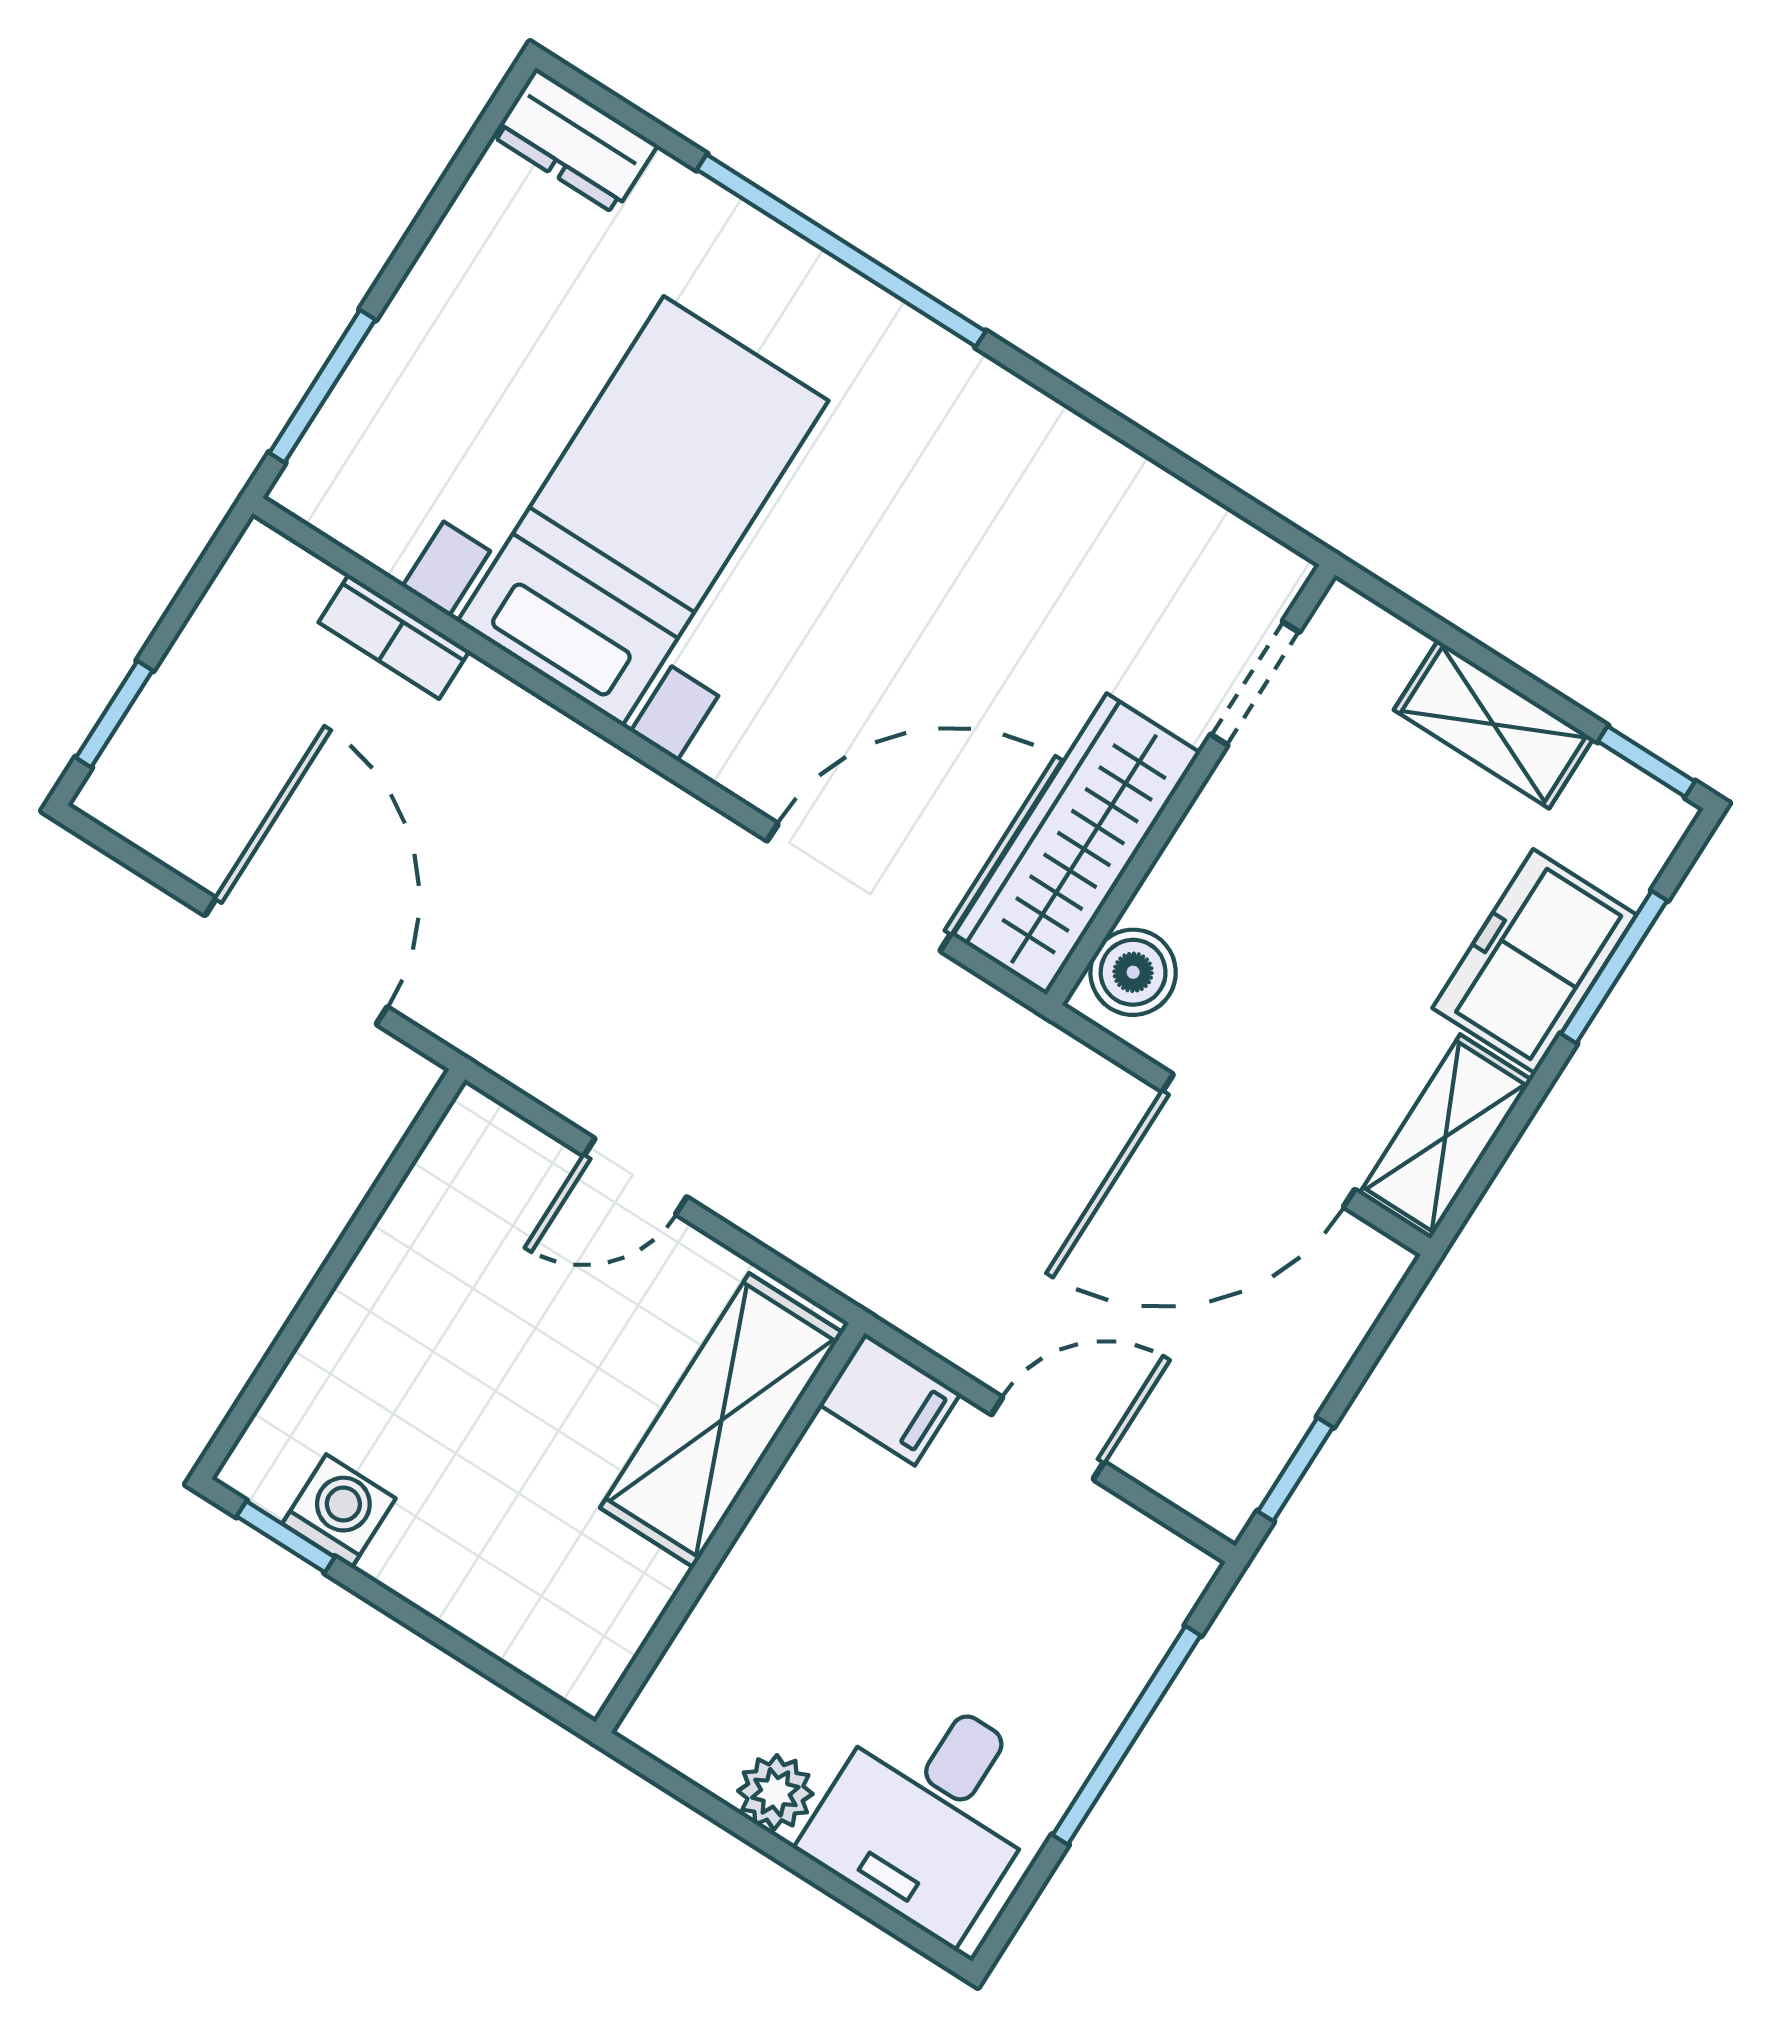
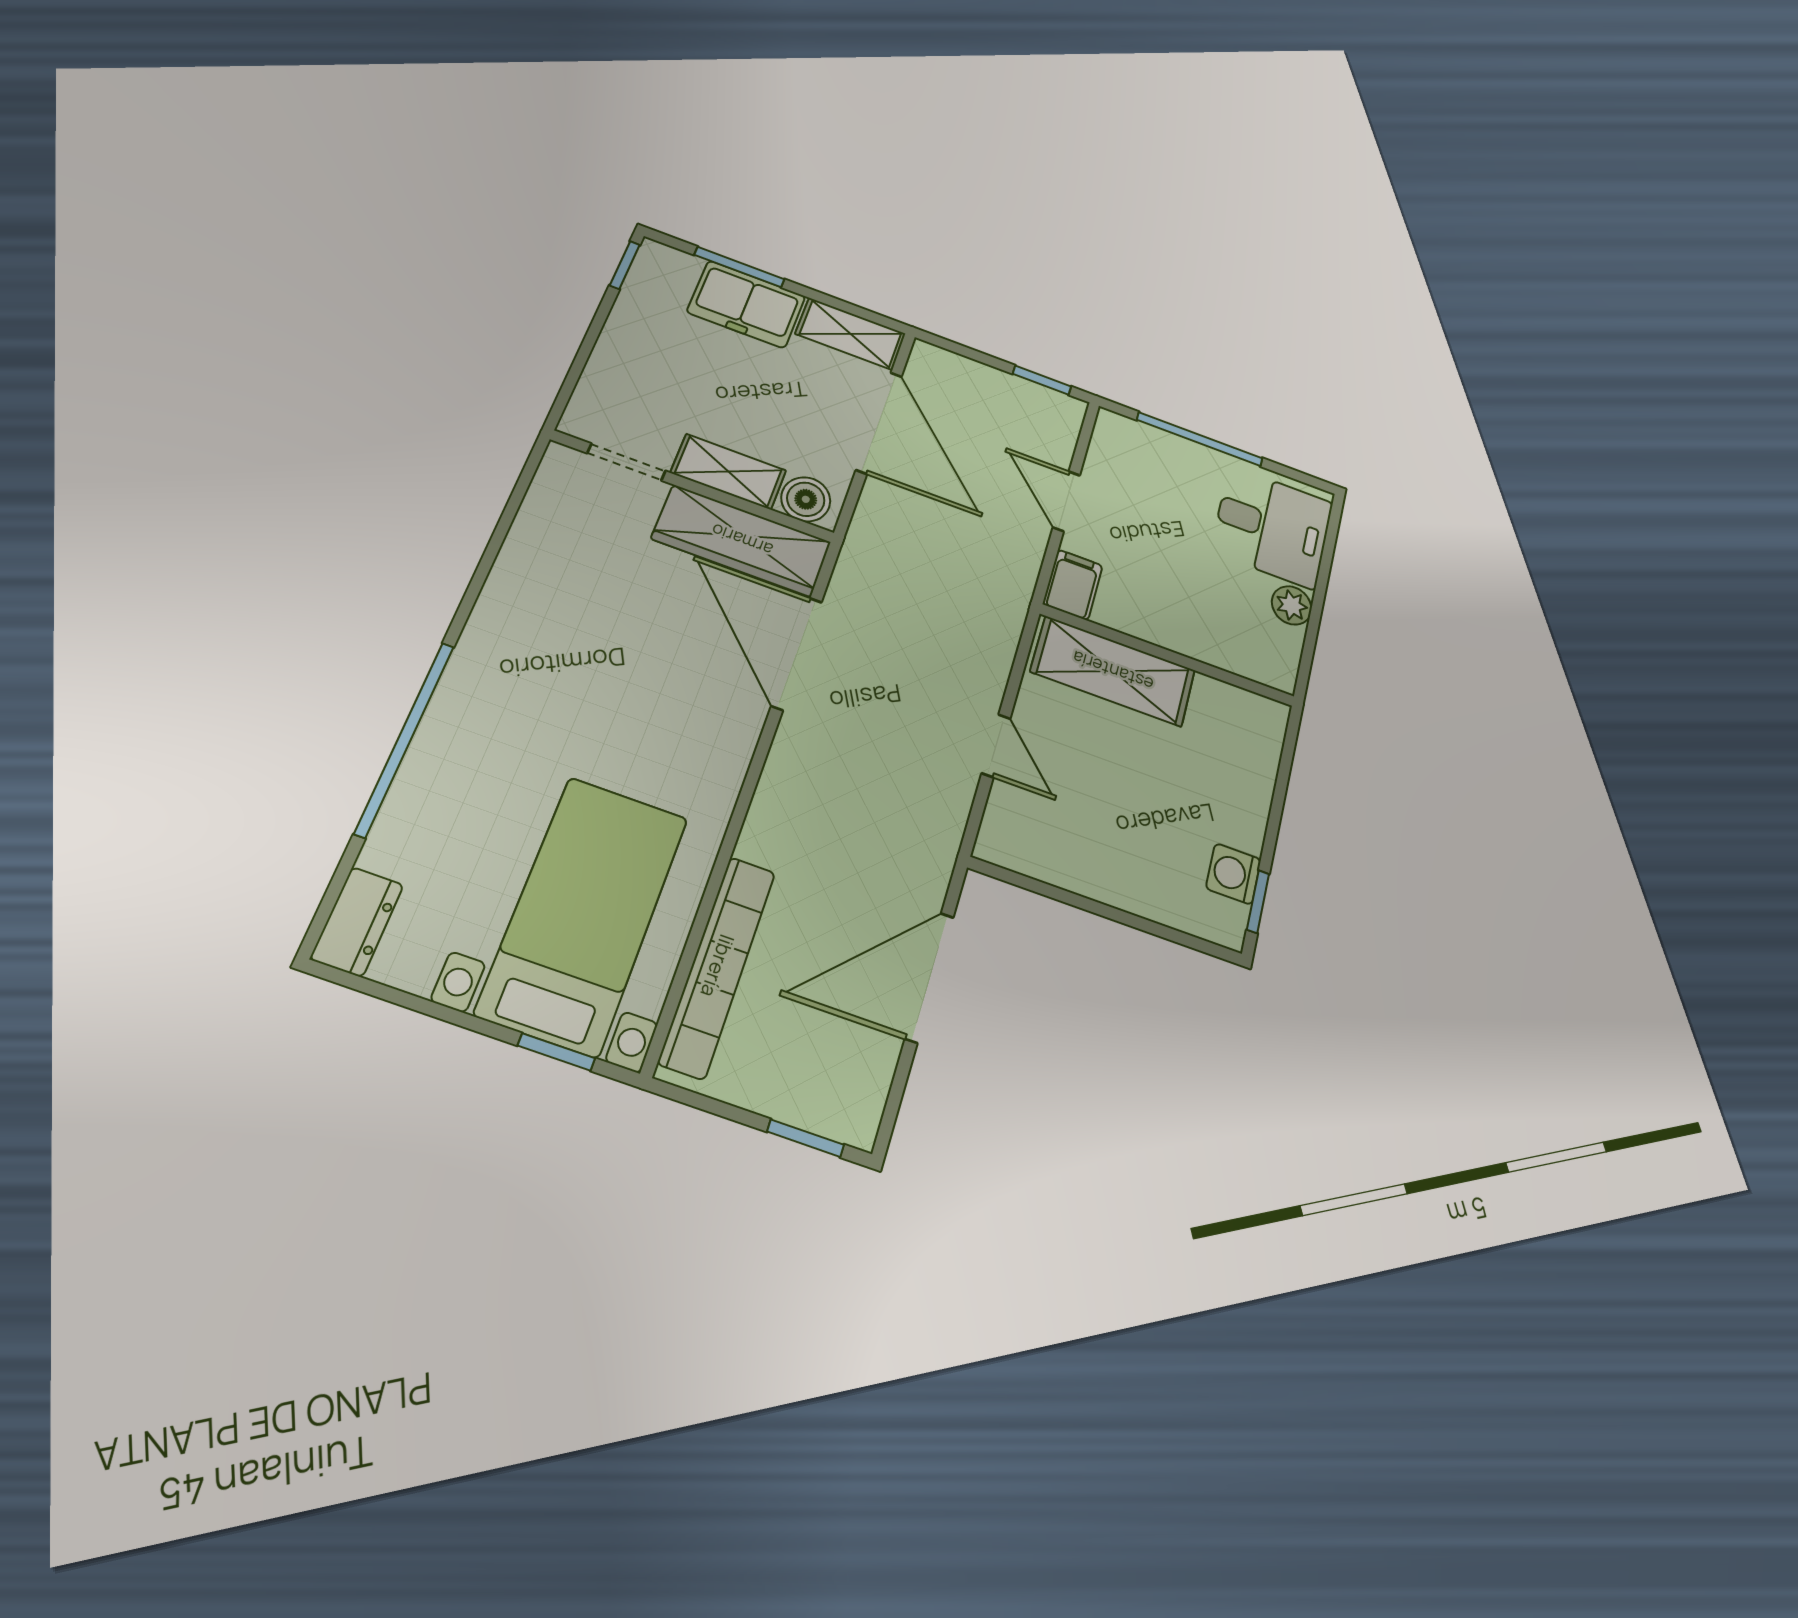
window: (322, 386) -> (556, 1052), width x0.67
bed with nightstands: (643, 511) -> (583, 914), moved, turned 90
bookcase: (394, 637) -> (718, 966), width x2.31, depth x1.31
shelving: (1494, 724) -> (728, 472), moved, turned 90

